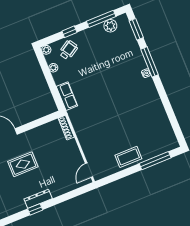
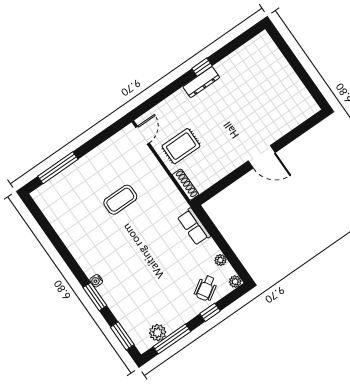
window: (150, 62) -> (95, 297), width x0.69
coffee table: (128, 157) -> (120, 200), moved
rug: (23, 164) -> (181, 146), moved

